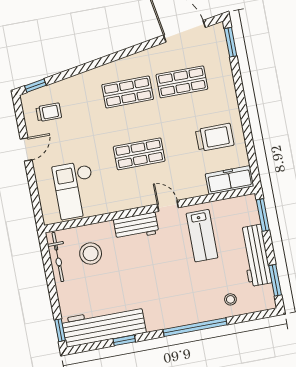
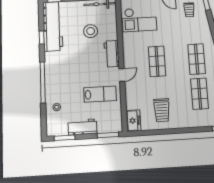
freezer: (230, 180) -> (133, 121), width x0.71
checkout: (75, 190) -> (139, 20), turned 180
lab bench: (202, 236) -> (100, 94), turned 180
stool: (91, 254) -> (91, 31), moved
workbench: (255, 255) -> (82, 127), width x0.73

